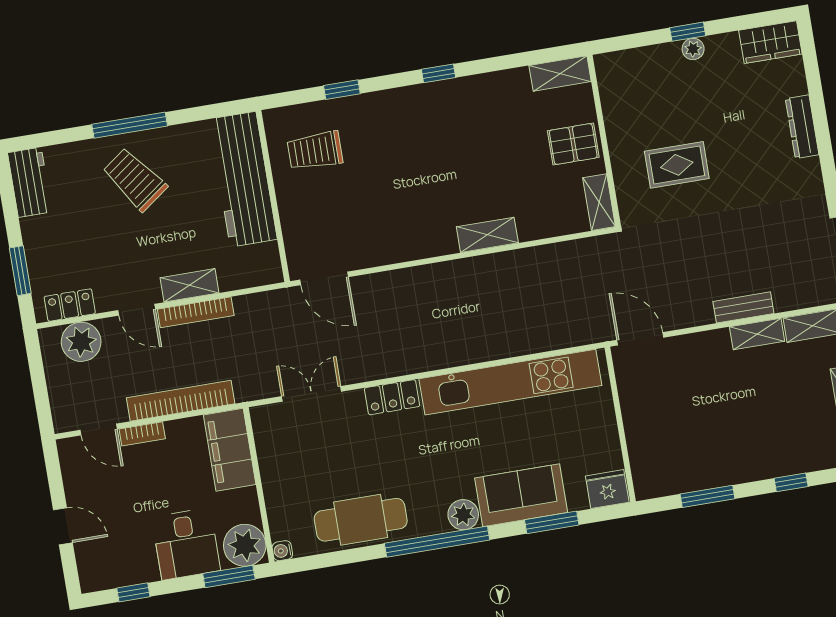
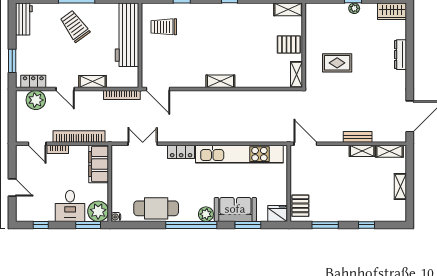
shelving: (487, 235) -> (220, 81), moved
bookcase: (196, 312) -> (122, 95), moved
pallet: (651, 466) -> (300, 206), added

